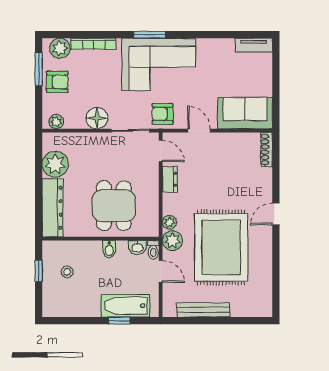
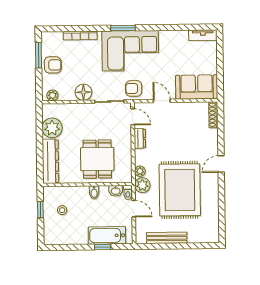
plant: (60, 48) -> (55, 39), removed

